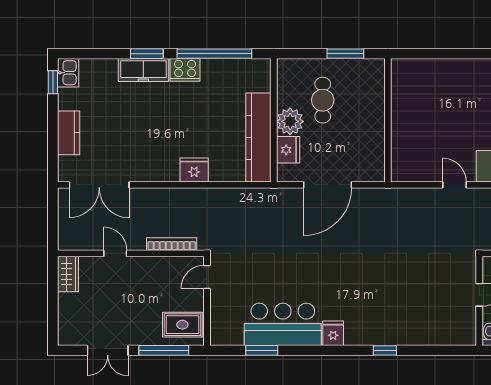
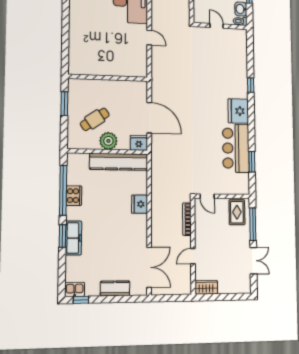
cooker: (185, 70) -> (74, 196), moved
cafe table: (323, 100) -> (95, 119), turned -34
fridge: (288, 150) -> (139, 143), moved
door: (454, 185) -> (149, 38), swing flipped
fridge: (333, 333) -> (238, 111), width x1.88, depth x1.34

